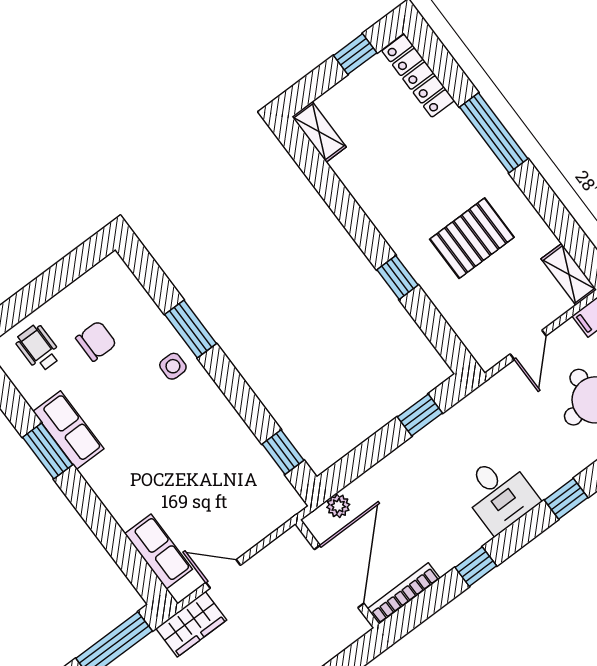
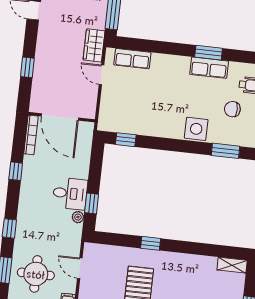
window: (191, 329) -> (226, 151), moved
chair: (96, 341) -> (232, 109), turned 90
side table: (173, 366) -> (196, 129), width x1.87, depth x1.87
desk: (499, 494) -> (70, 194), moved, turned 180
plant: (338, 506) -> (78, 217), moved
door: (223, 574) -> (101, 75), swing flipped

